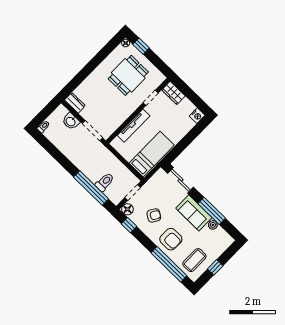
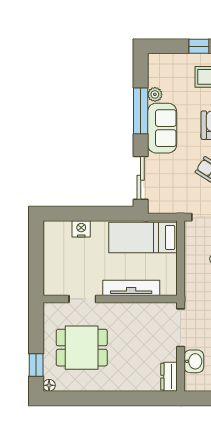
wardrobe: (173, 93) -> (52, 279), removed
nightstand: (197, 116) -> (81, 229), moved

